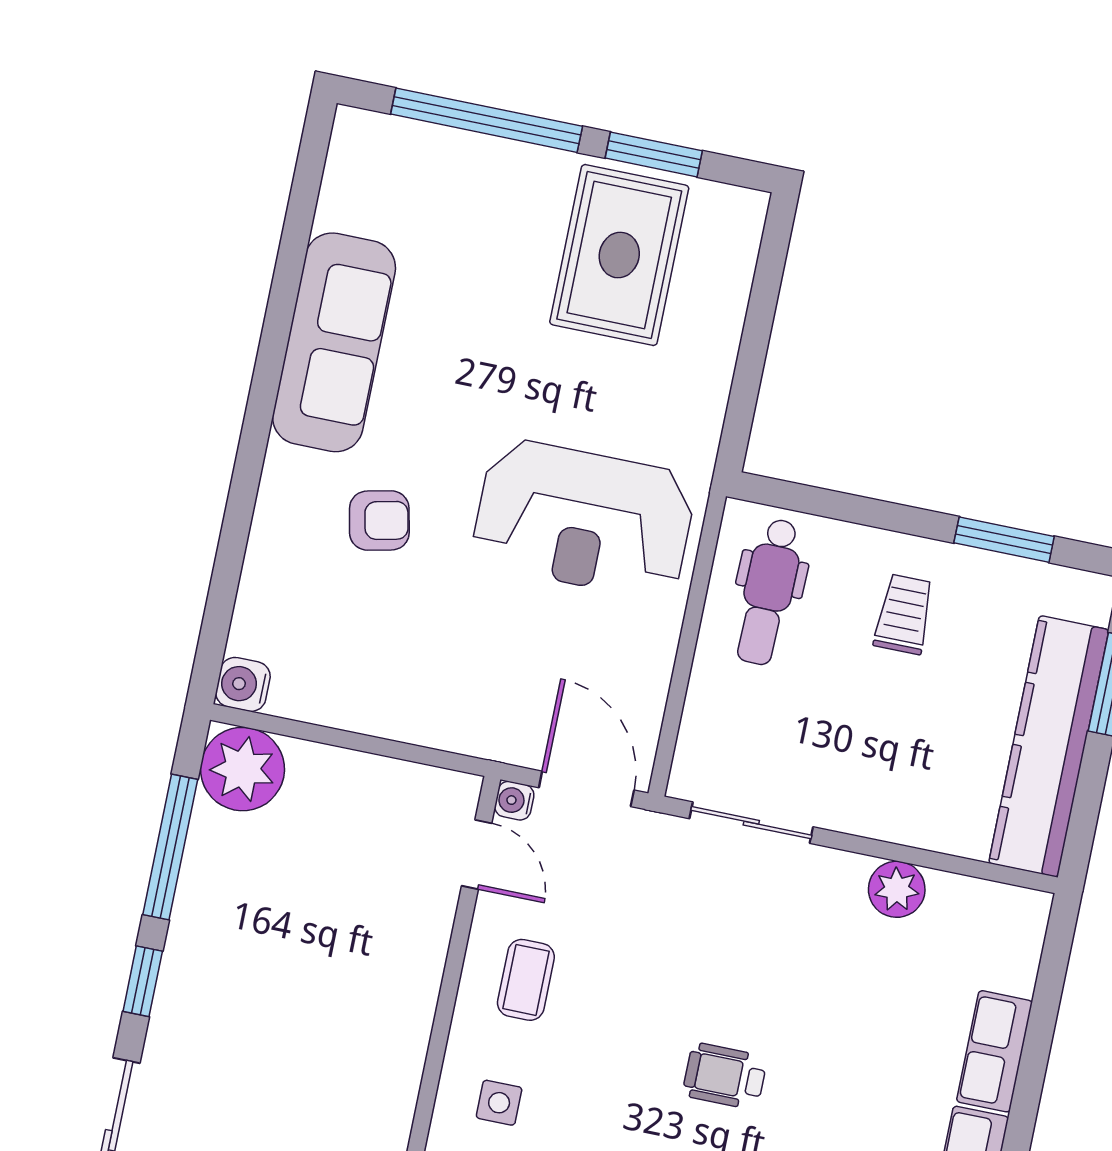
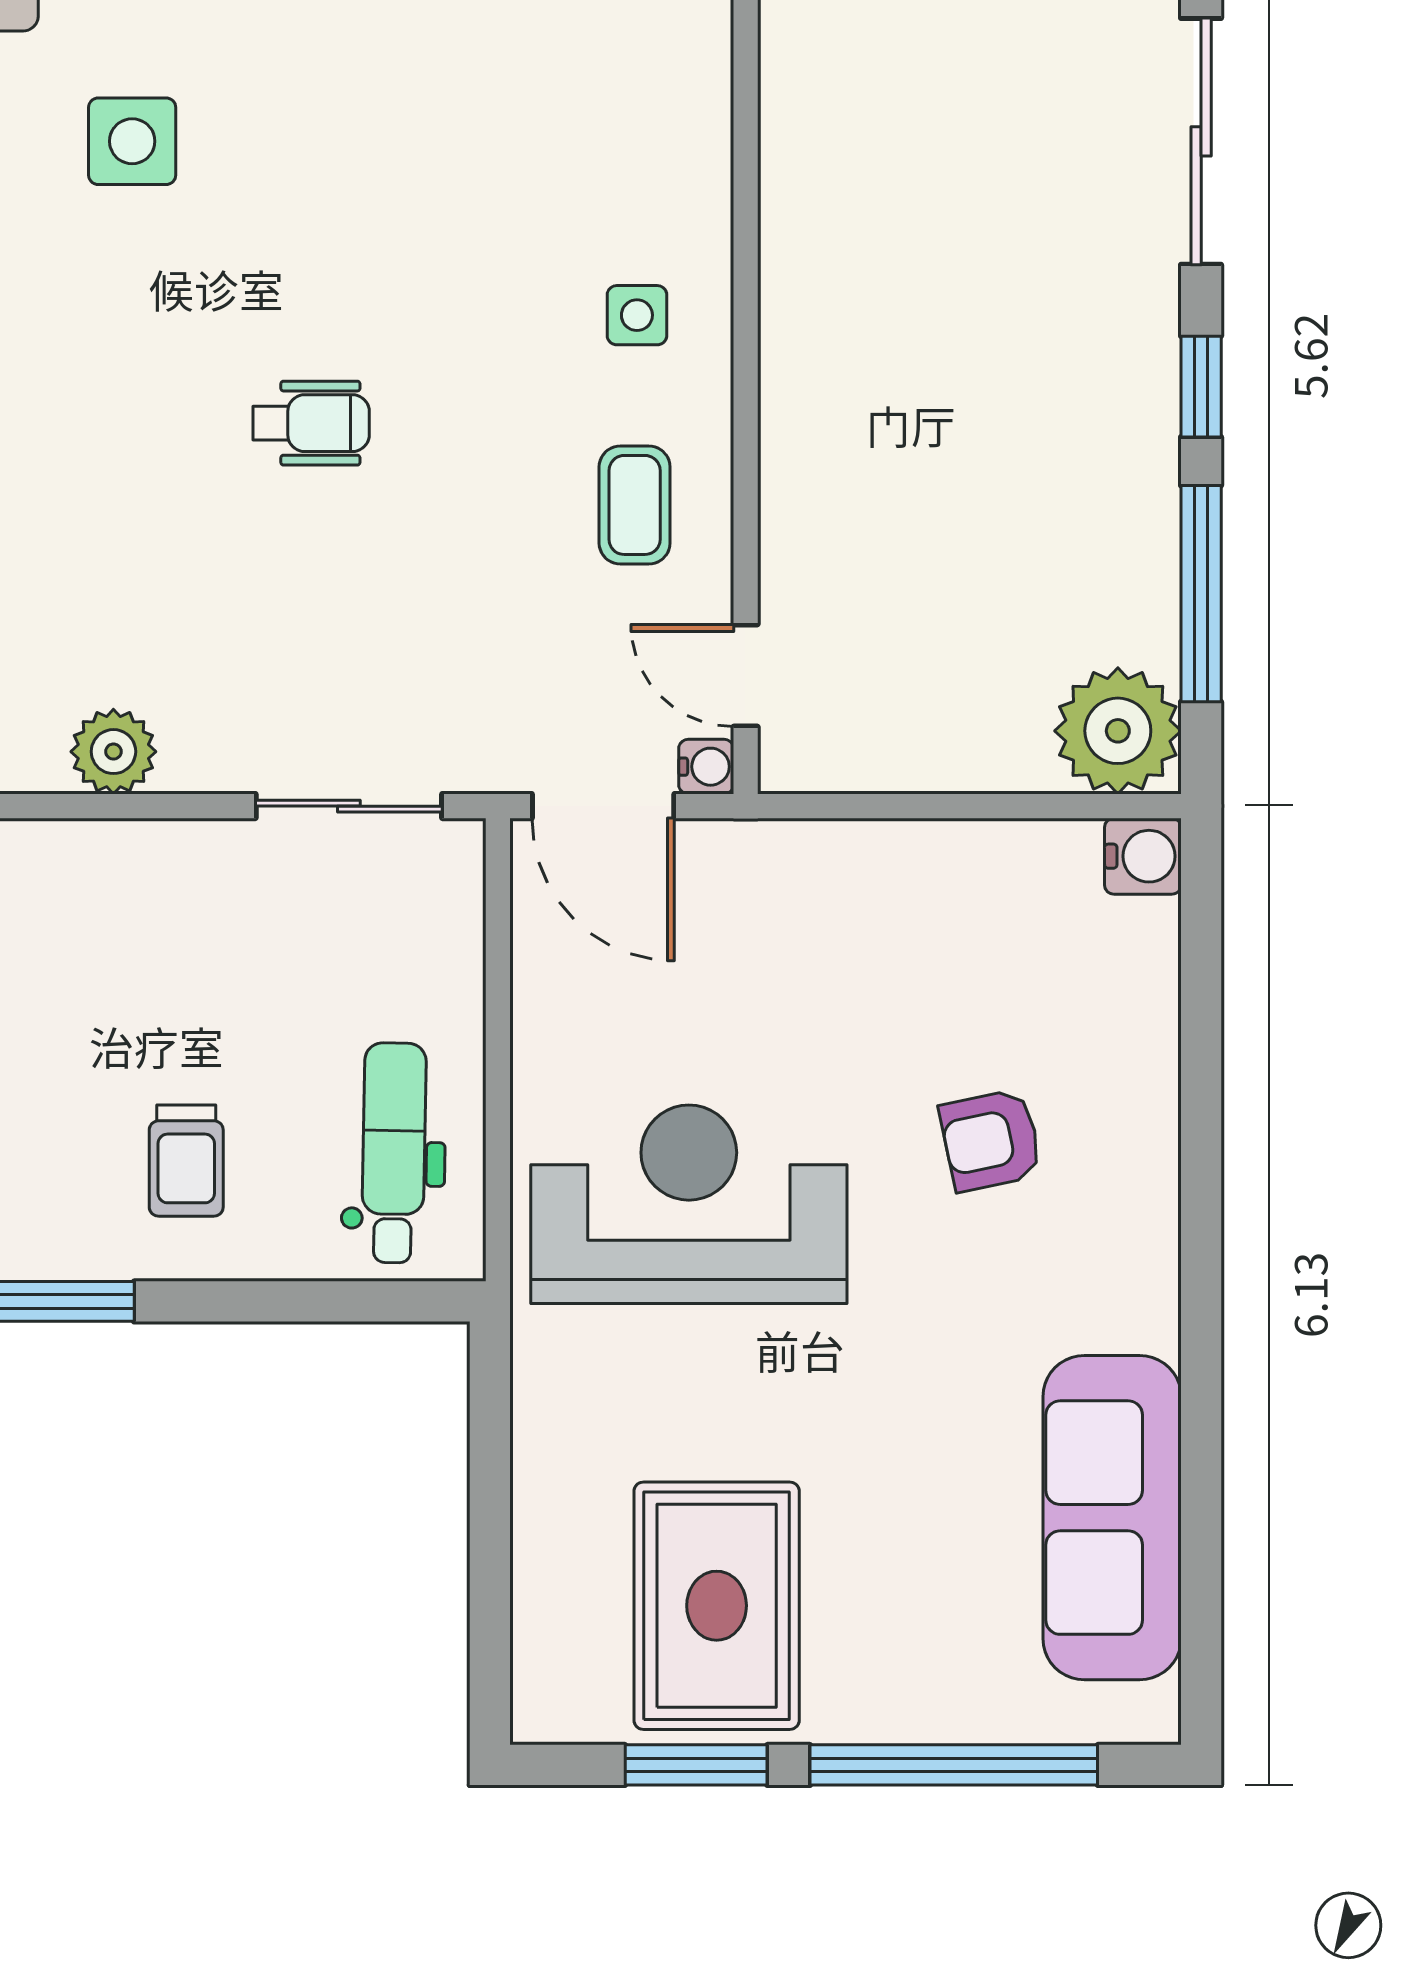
sofa: (334, 342) -> (1112, 1518), moved

